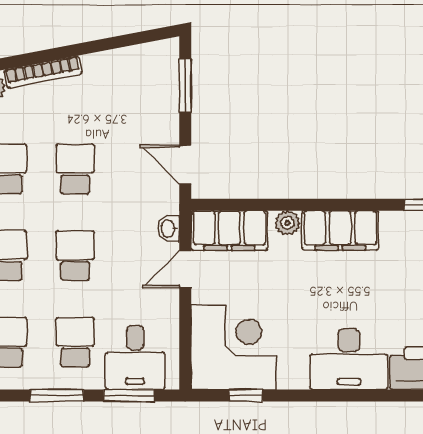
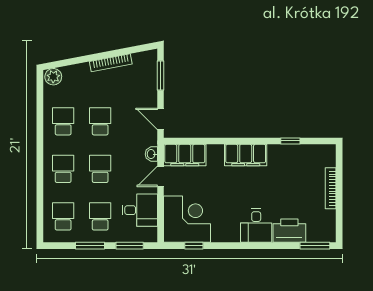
bookcase: (43, 72) -> (111, 63), moved
plant: (287, 223) -> (217, 151), removed
desk: (135, 357) -> (140, 210), moved, turned -90
desk: (349, 359) -> (256, 226), width x0.73

